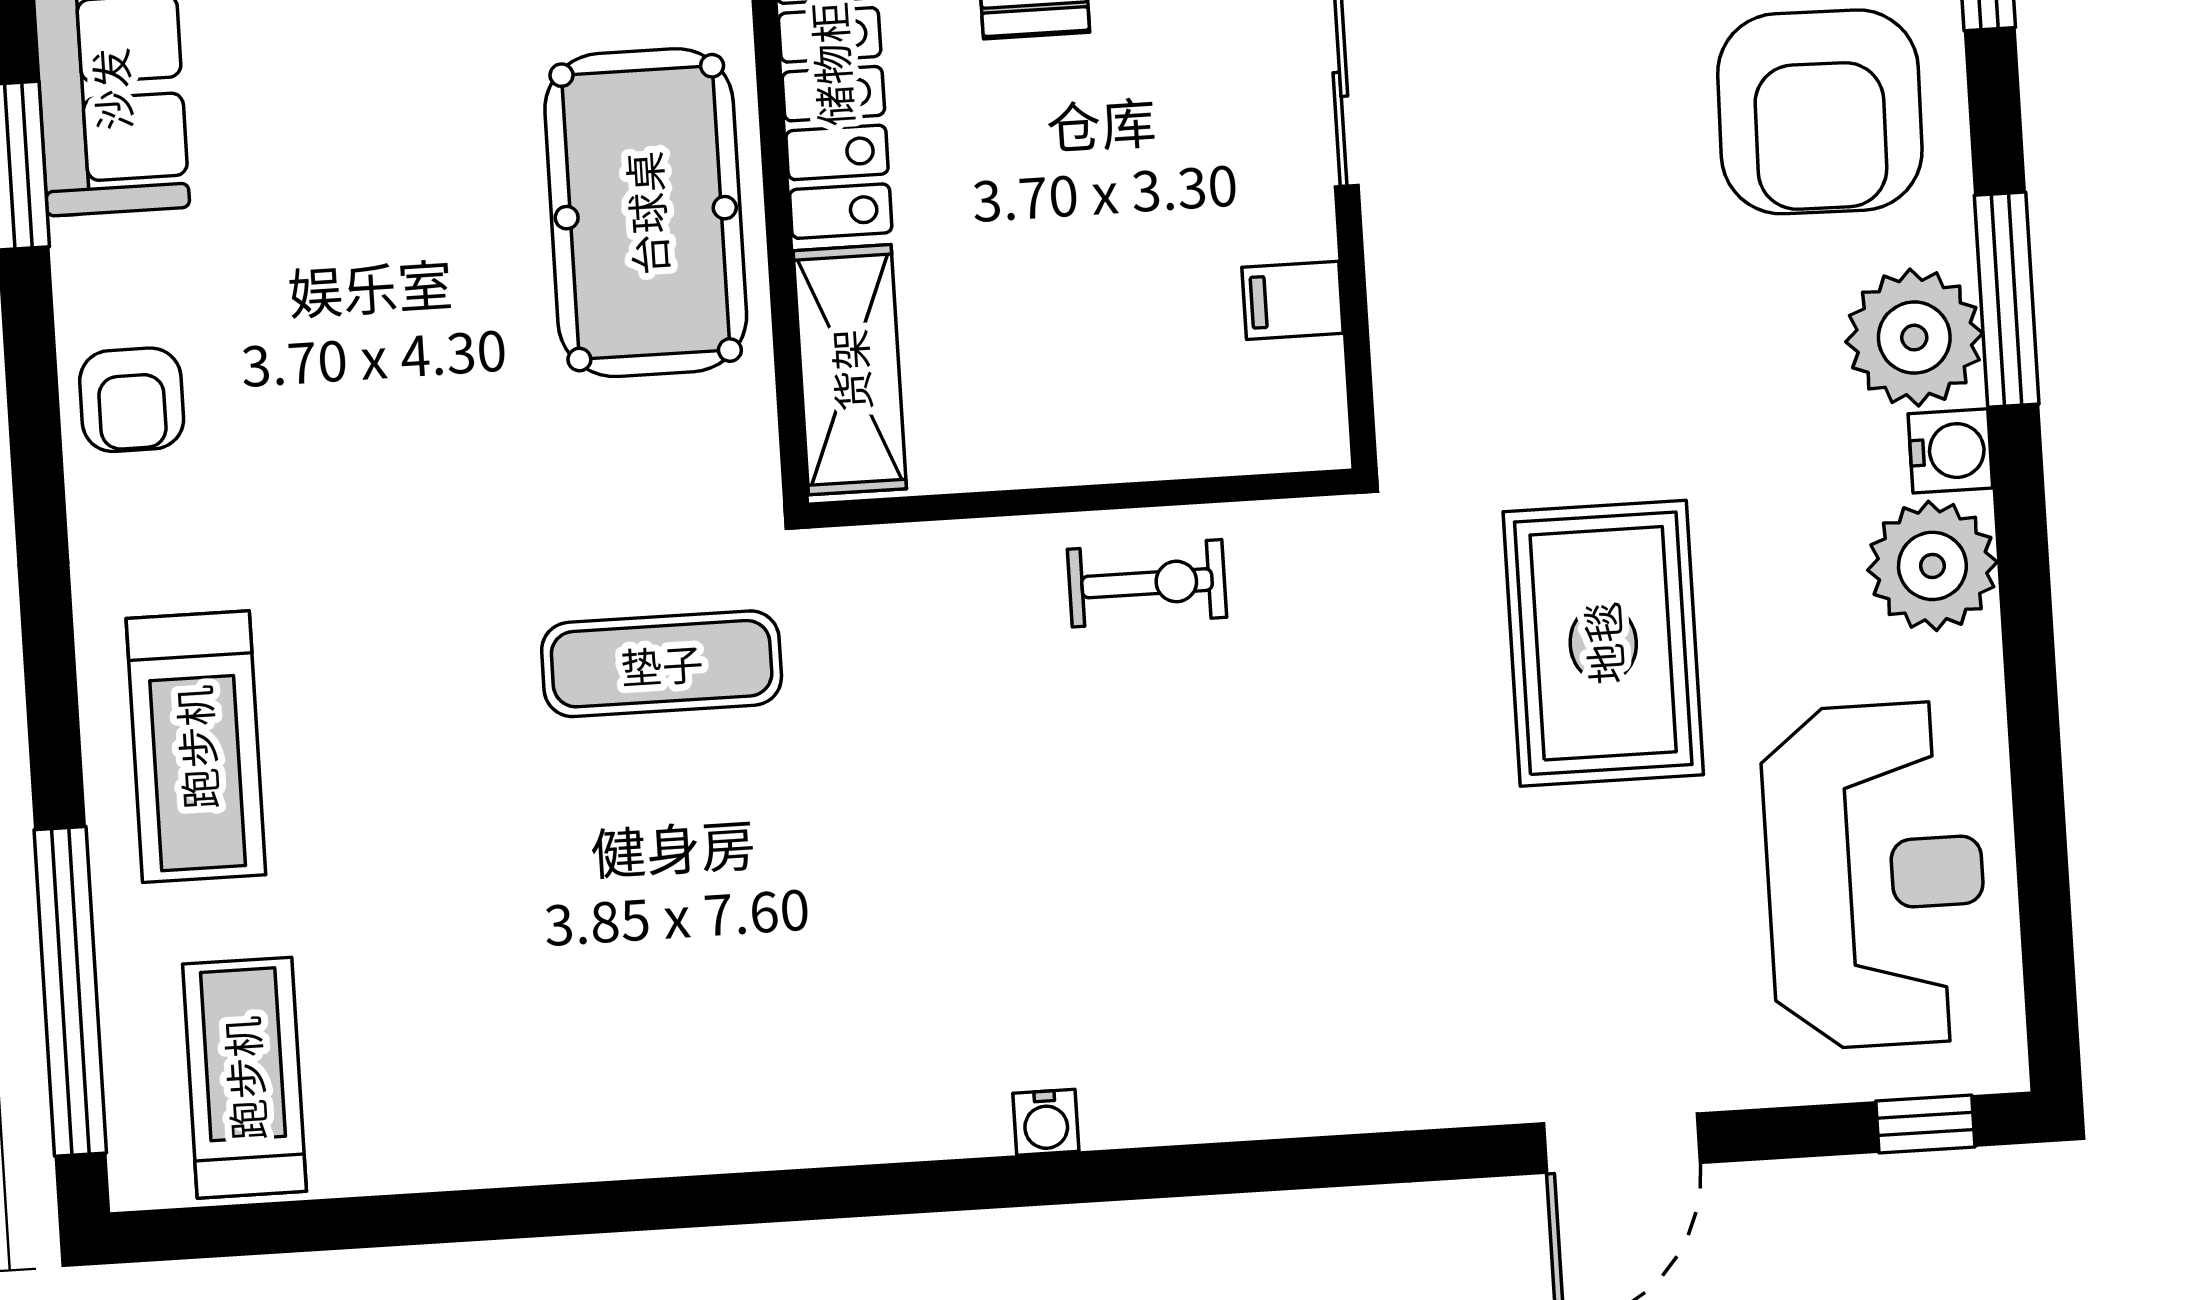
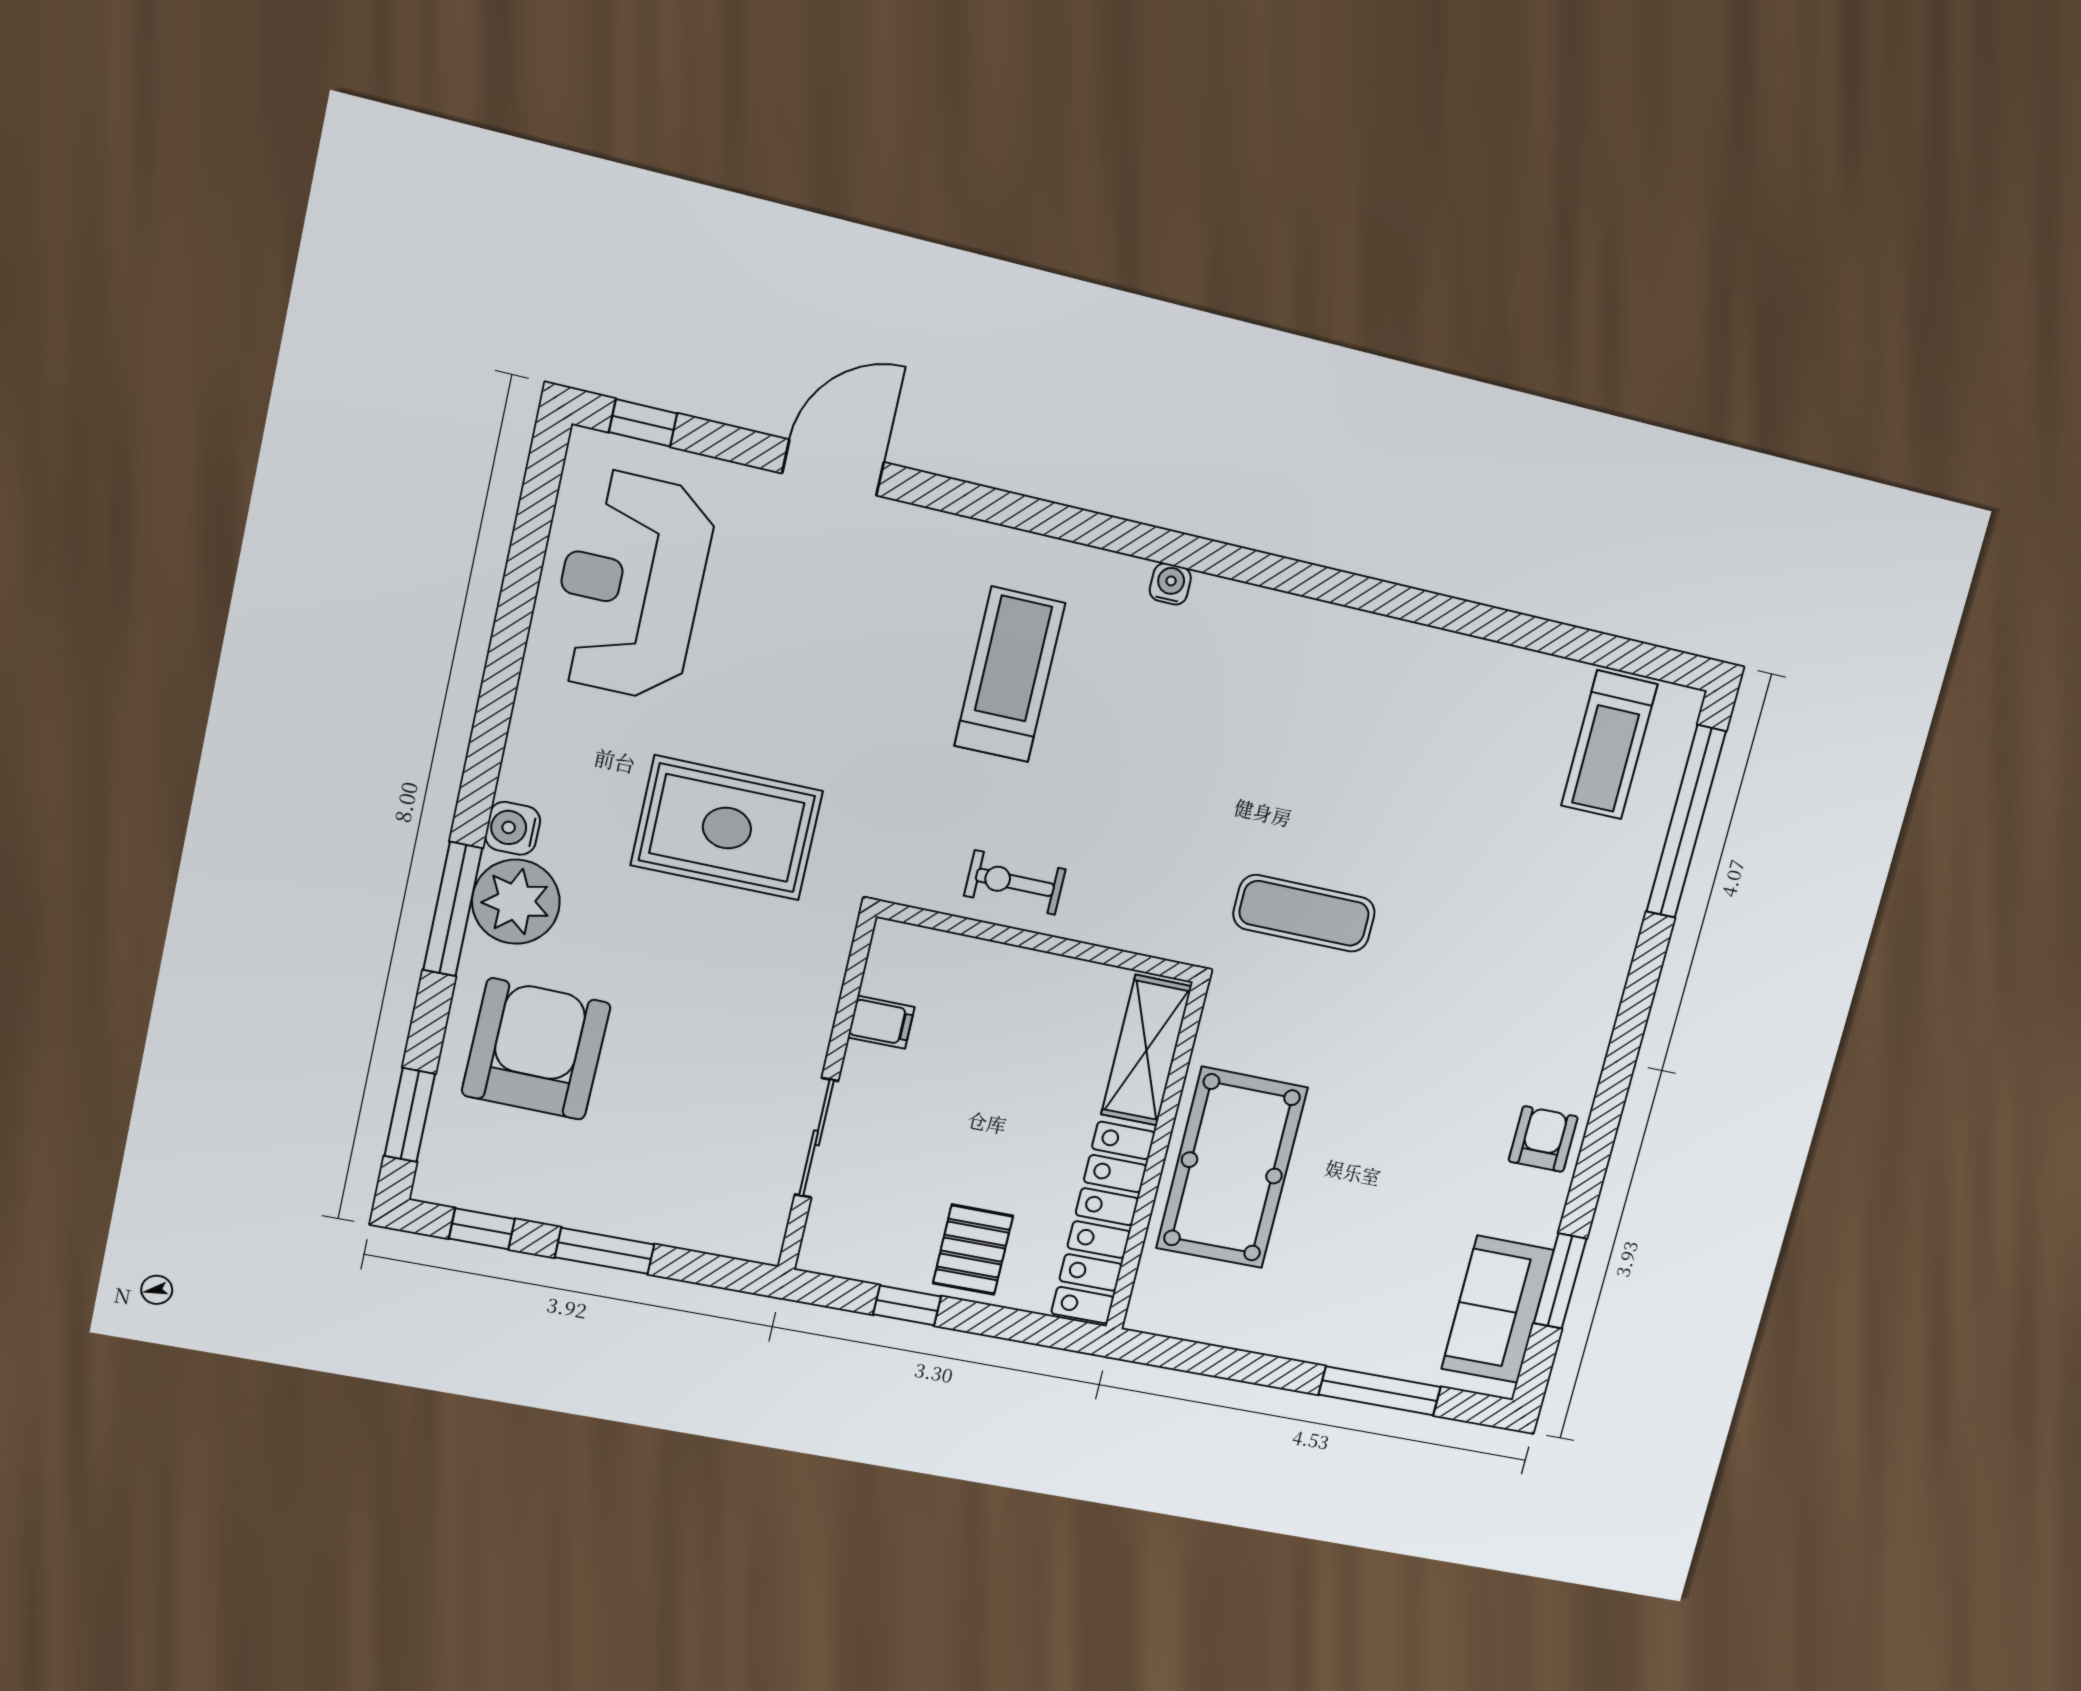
plant: (1932, 566) -> (543, 762), removed
rug: (1603, 643) -> (727, 828), moved, turned 90
treadmill: (196, 747) -> (1010, 675), moved

